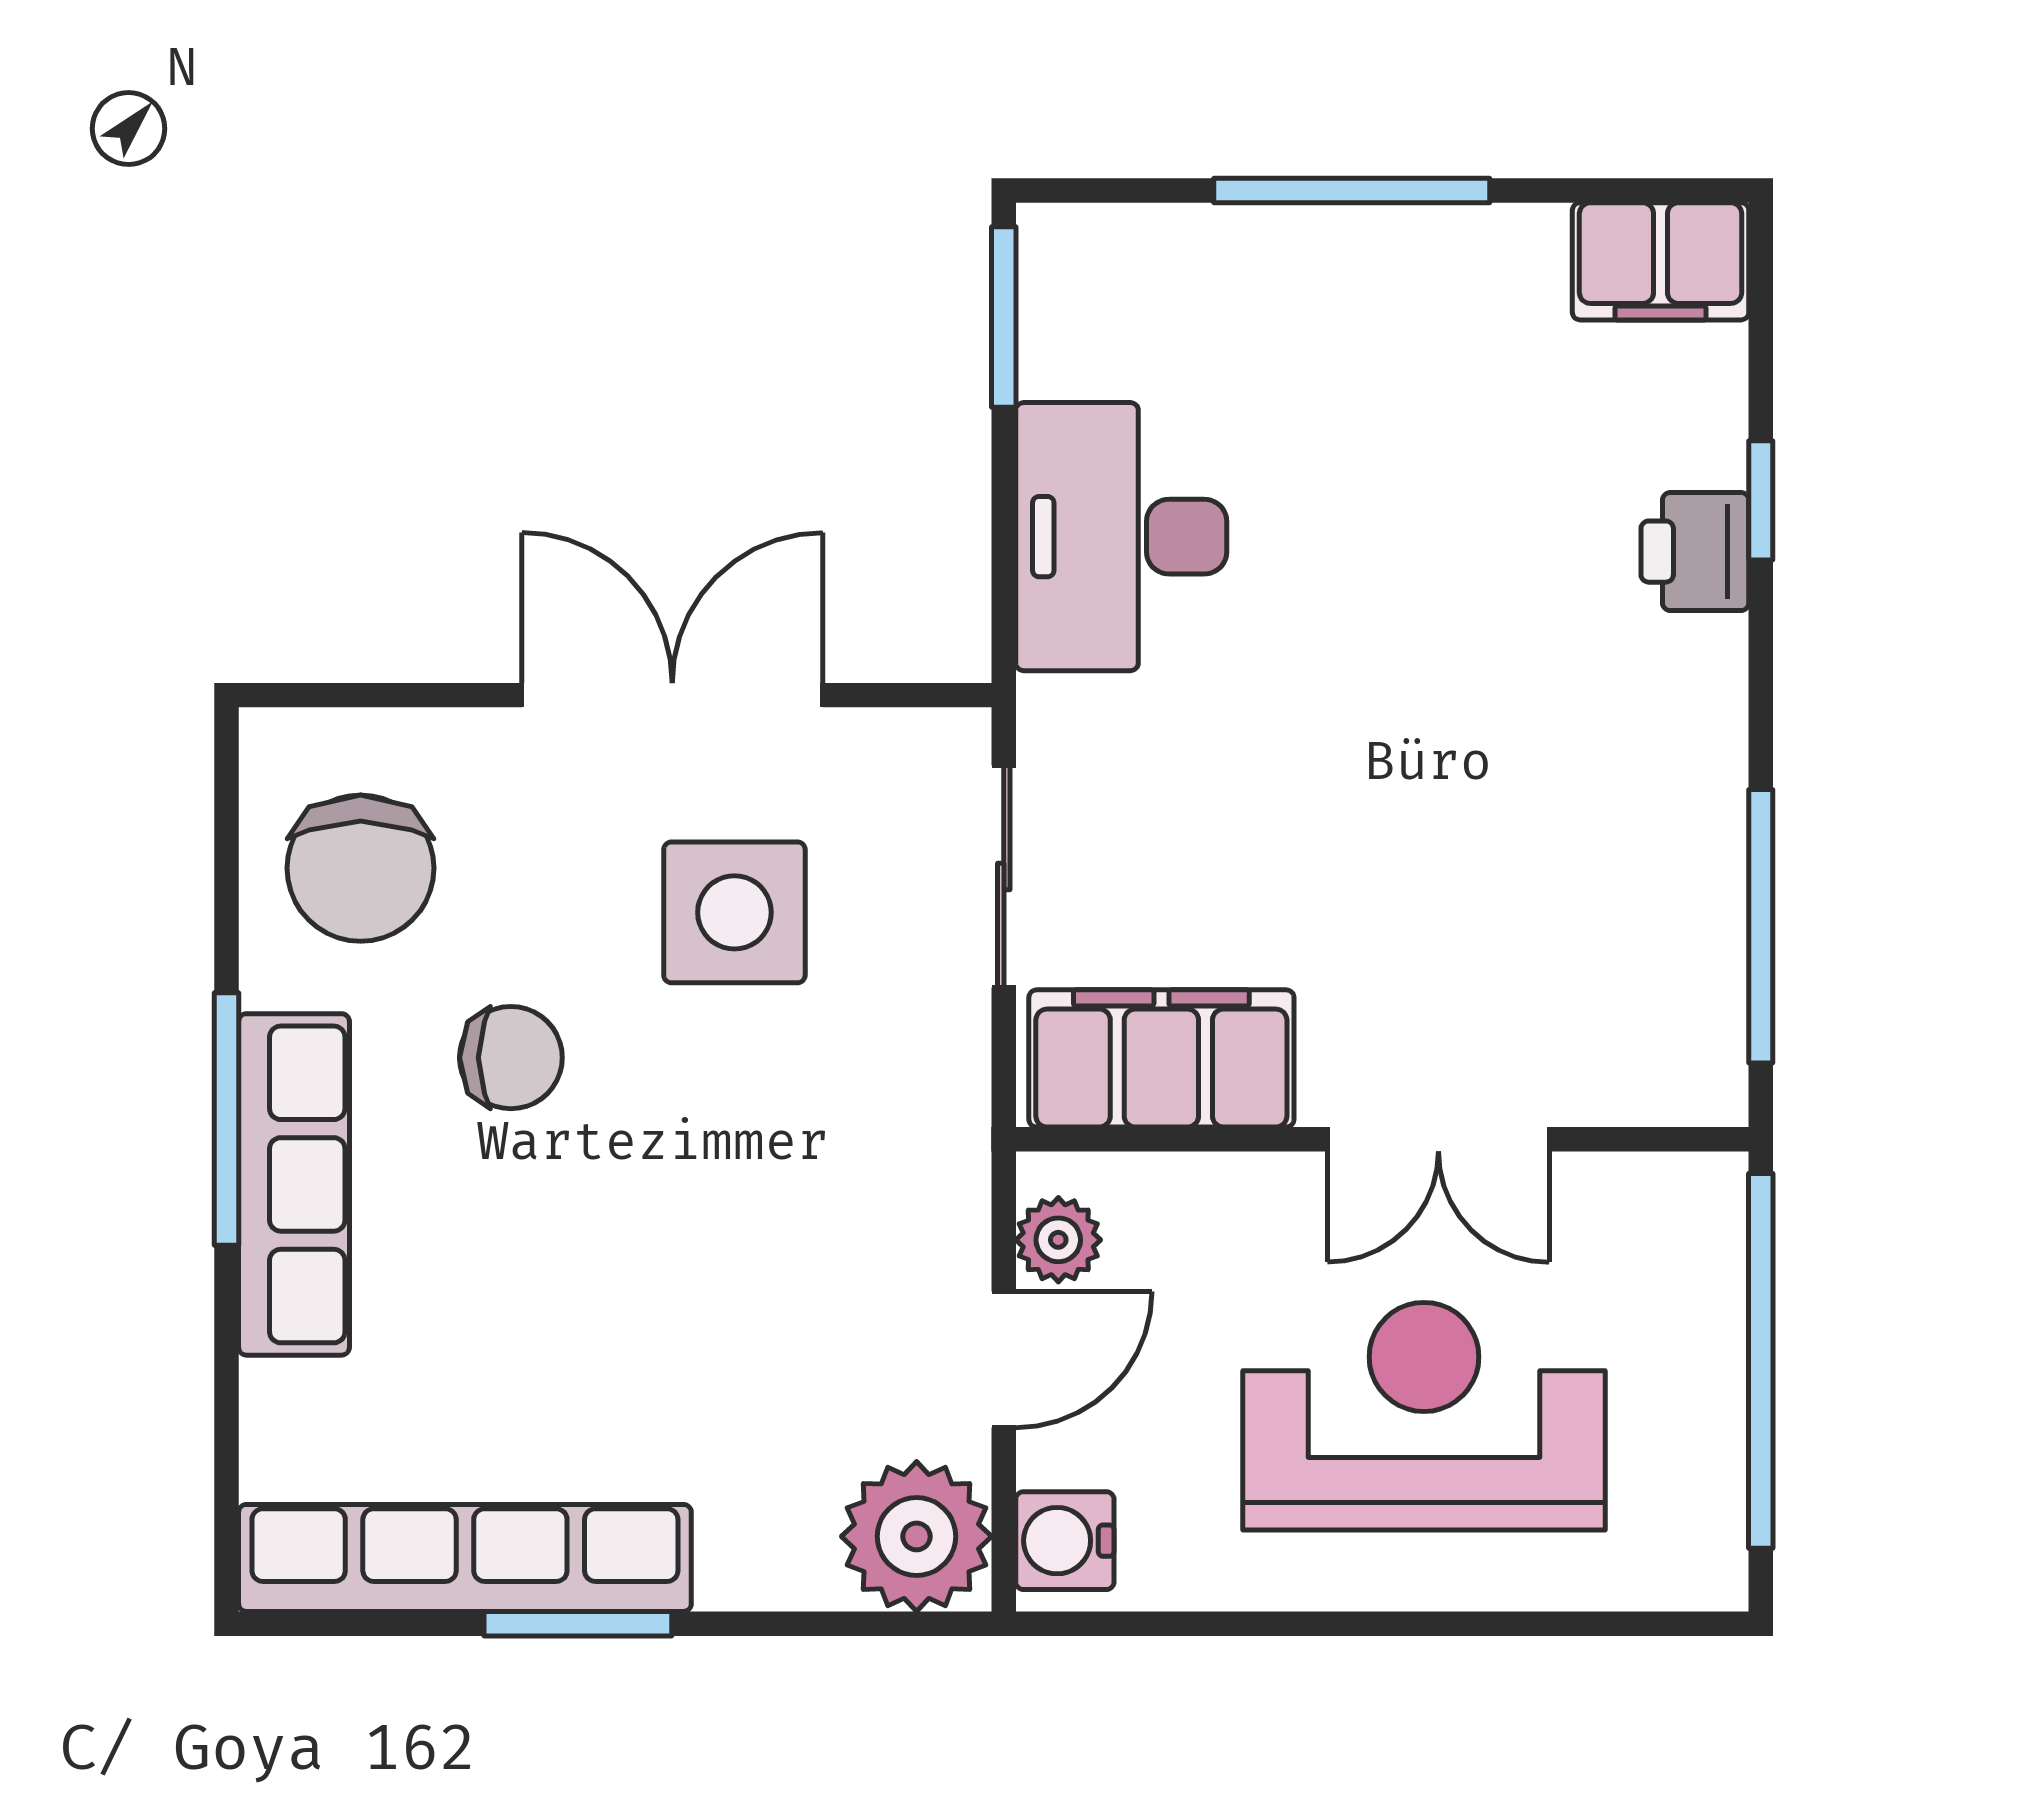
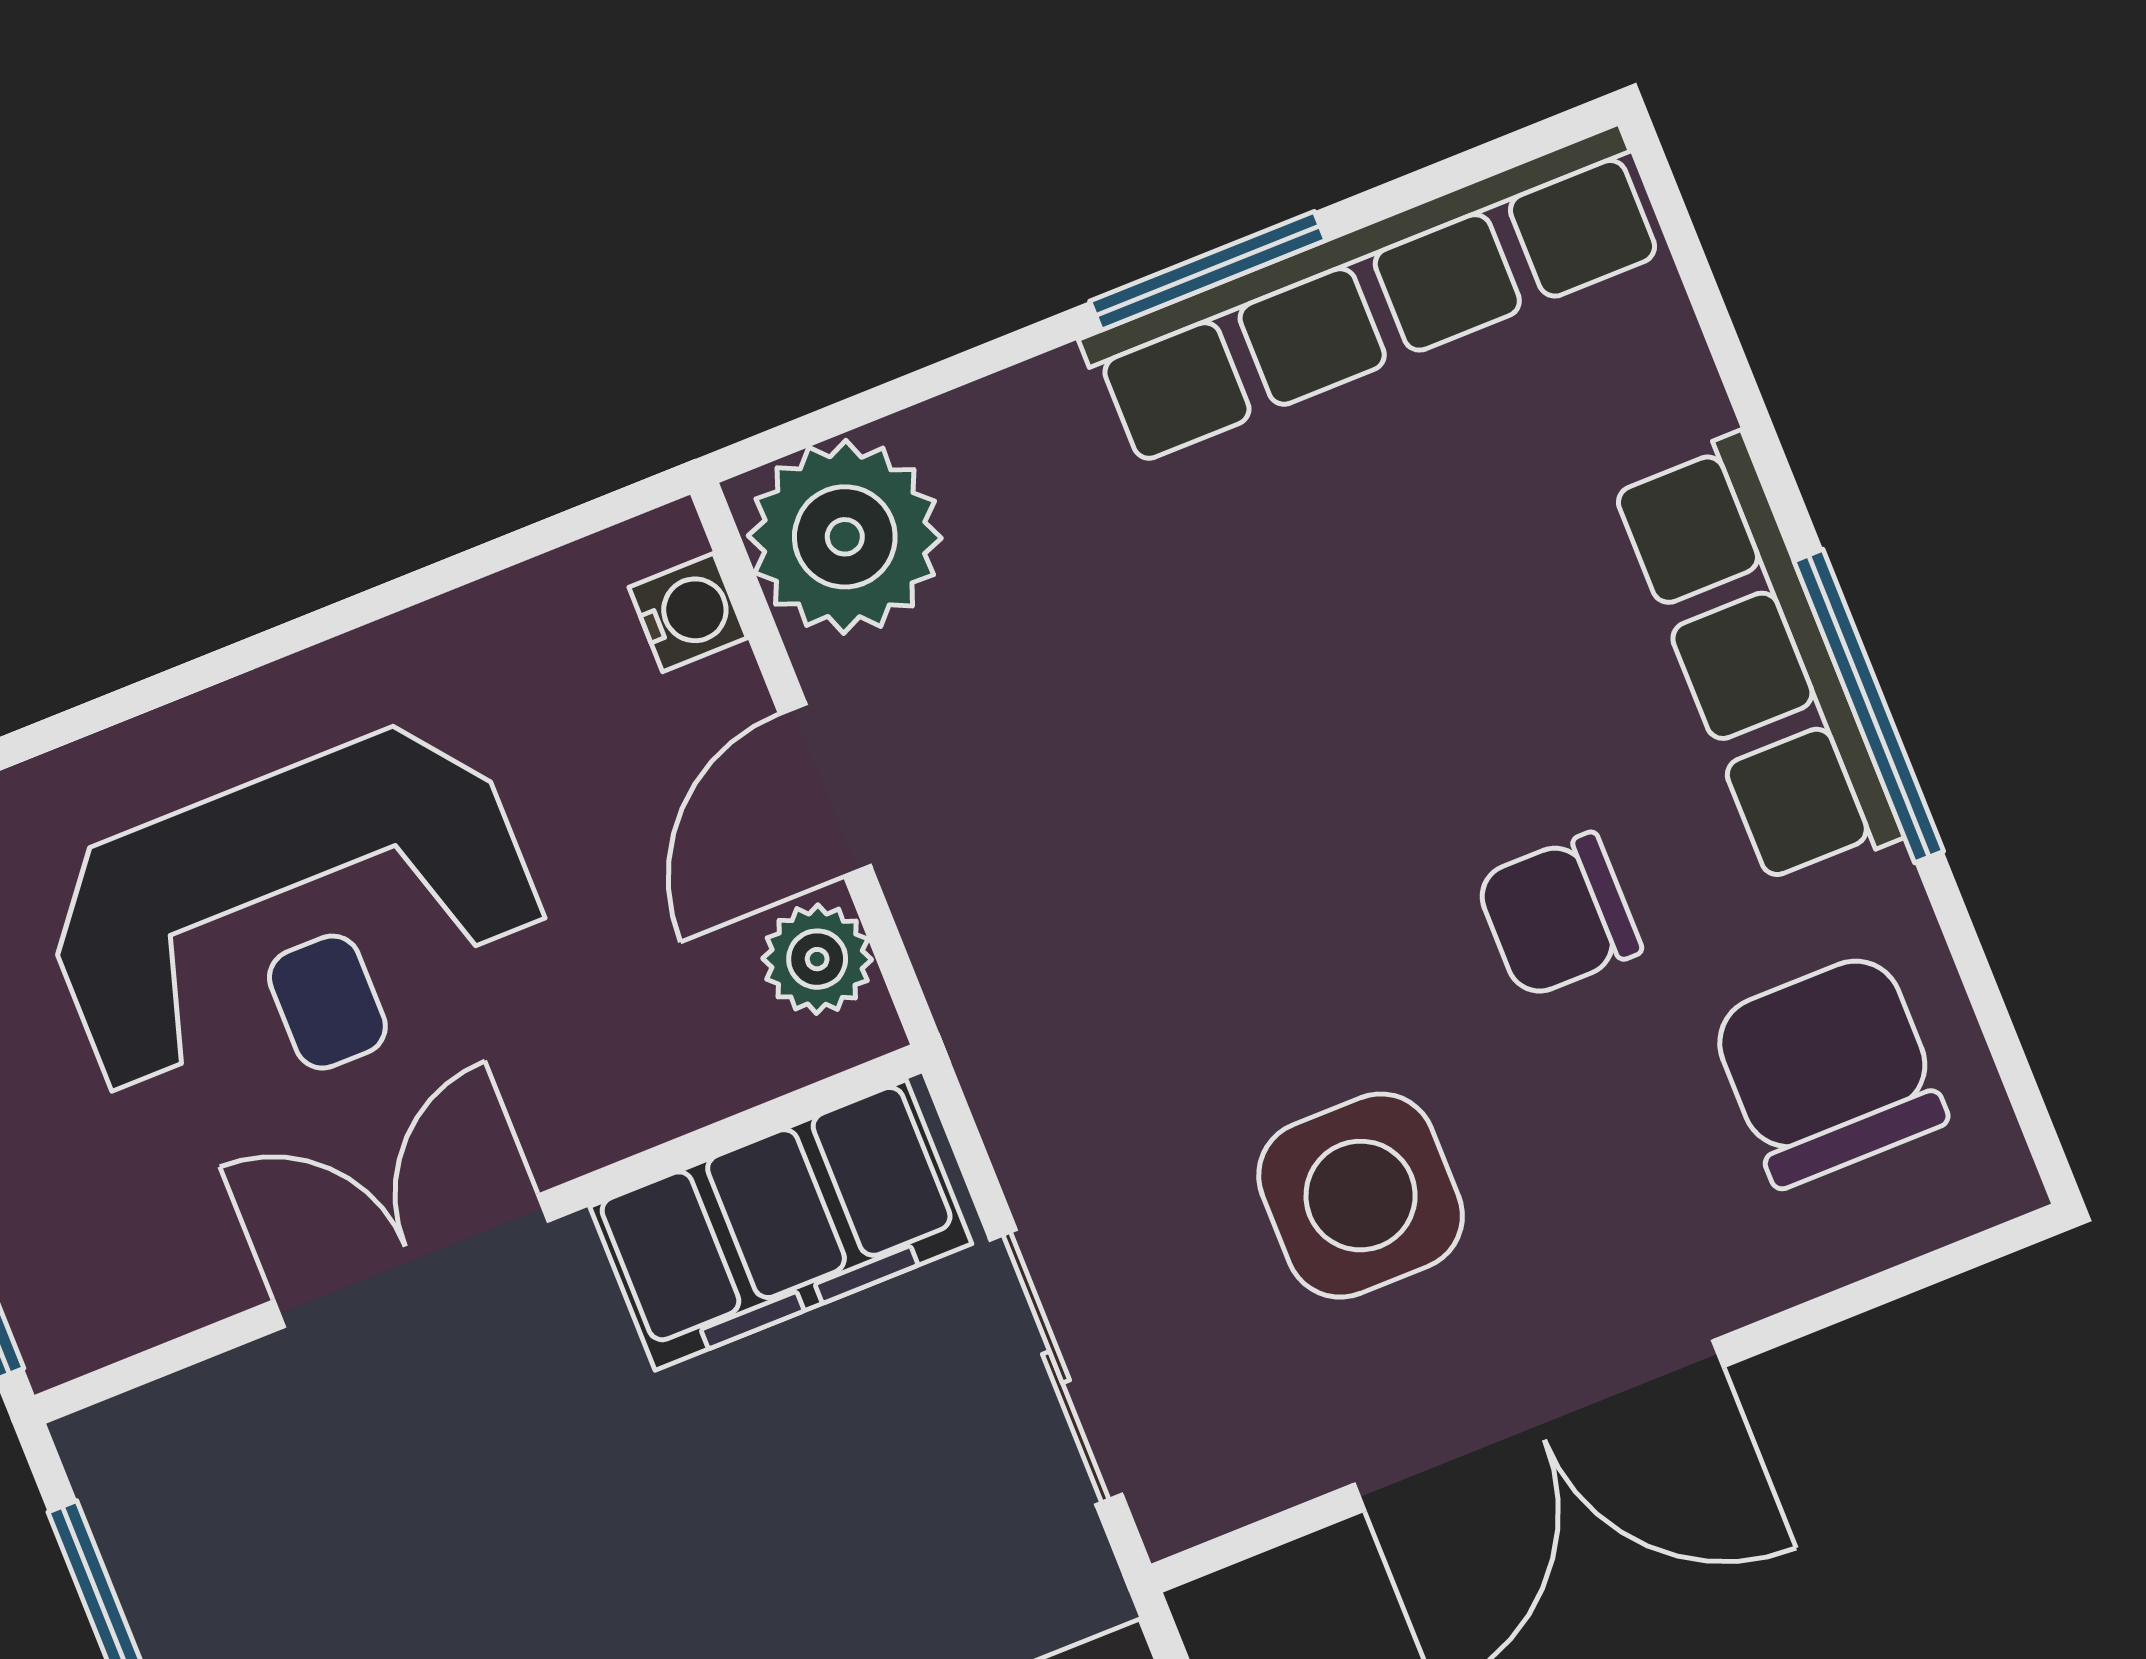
water cooler: (1065, 1541) -> (688, 613), width x0.72, depth x0.72

